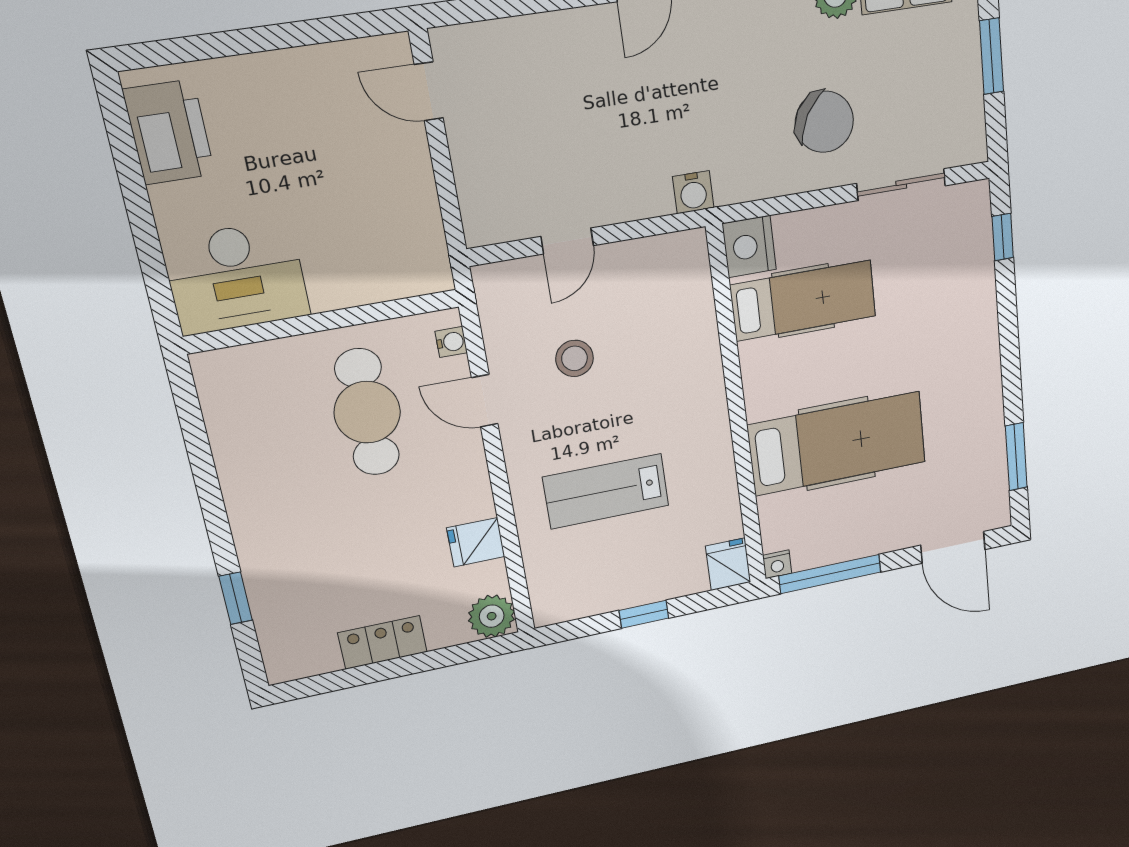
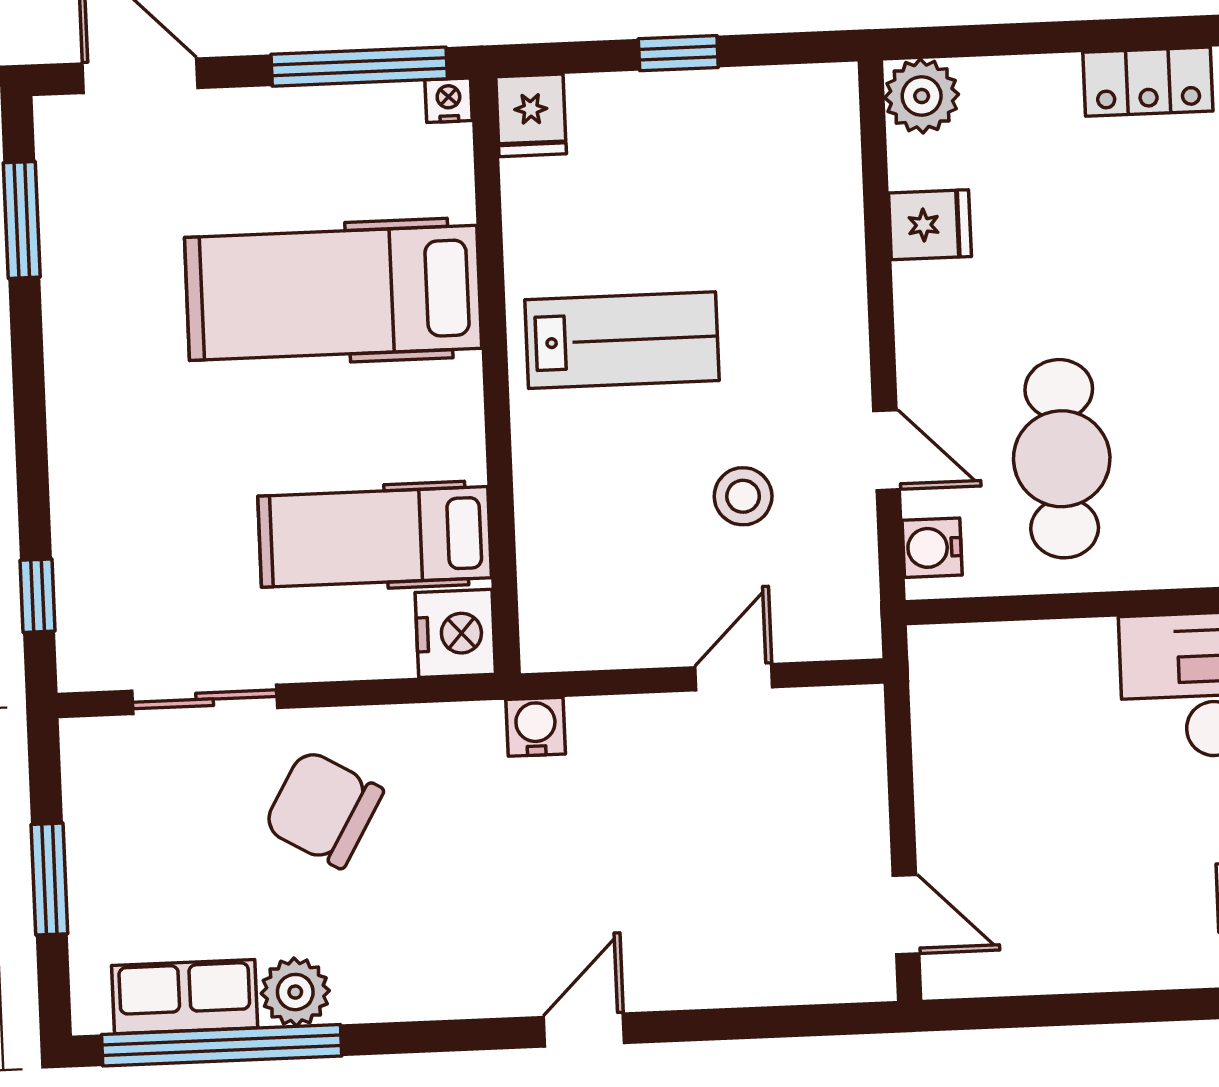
water cooler: (451, 342) -> (932, 548), width x1.38, depth x1.38
lab bench: (606, 491) -> (622, 340), moved
locker: (383, 642) -> (1148, 82), moved

